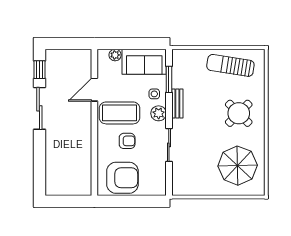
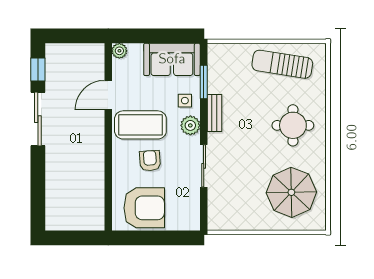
plant: (115, 55) -> (119, 51), moved
round table: (239, 113) -> (293, 125), turned 45
armchair: (127, 141) -> (150, 161), turned -94

